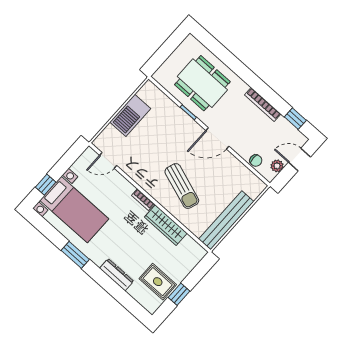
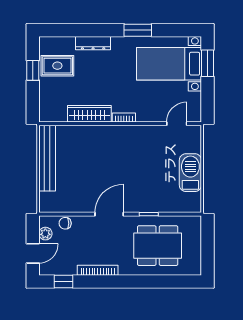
window: (46, 185) -> (208, 63), width x1.50
sun lounger: (182, 186) -> (104, 154), removed

